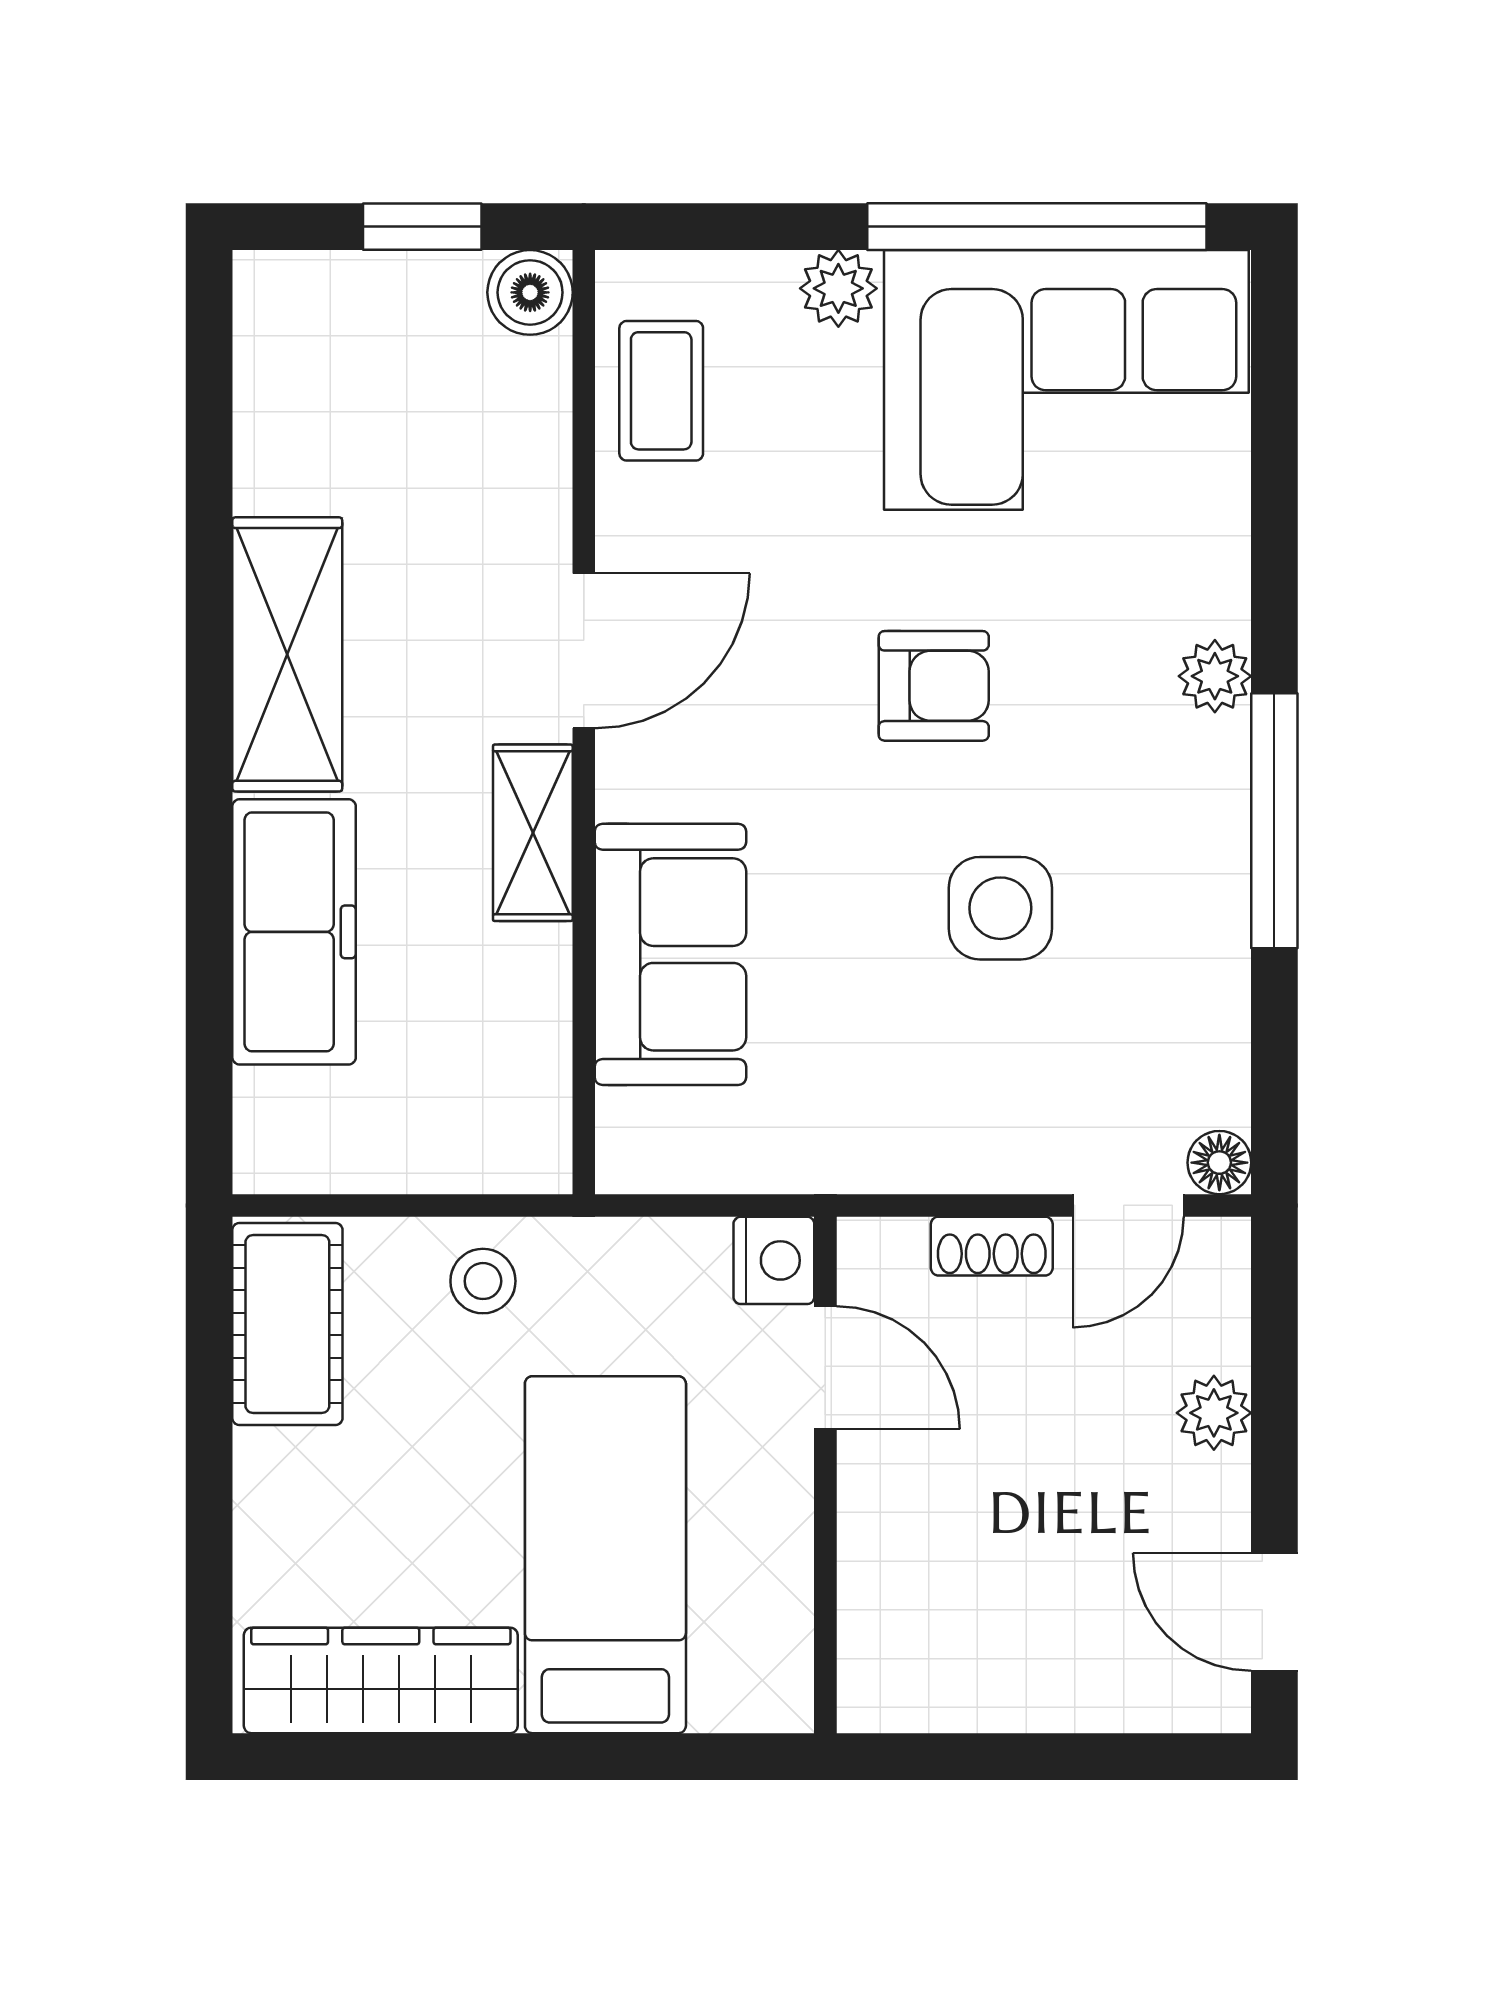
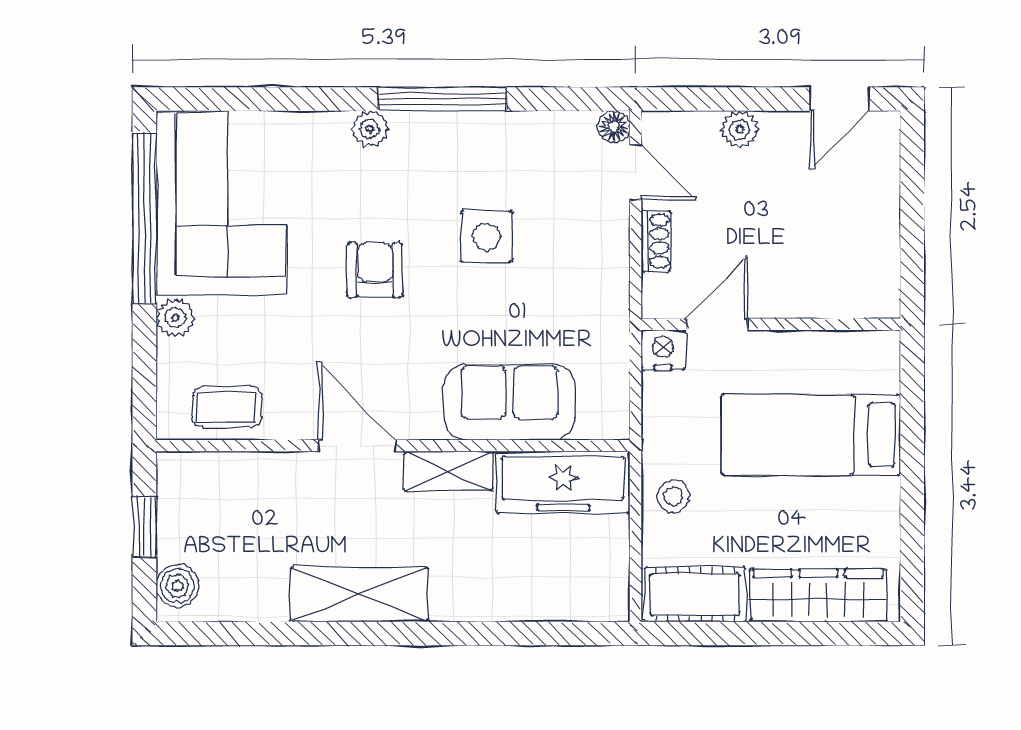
boiler: (530, 292) -> (177, 586), moved
freezer: (294, 932) -> (563, 482), moved, turned 180
wardrobe: (381, 1680) -> (818, 595), moved, turned 90

